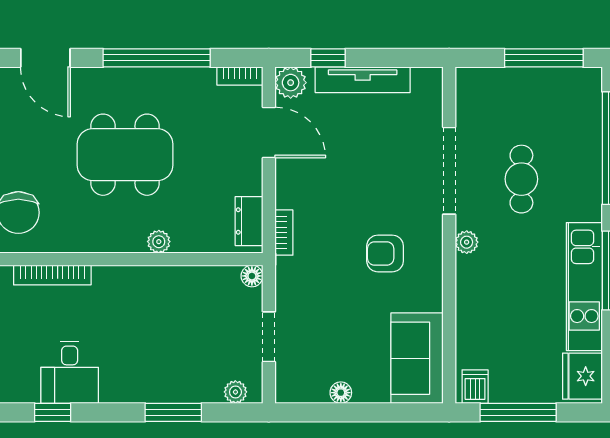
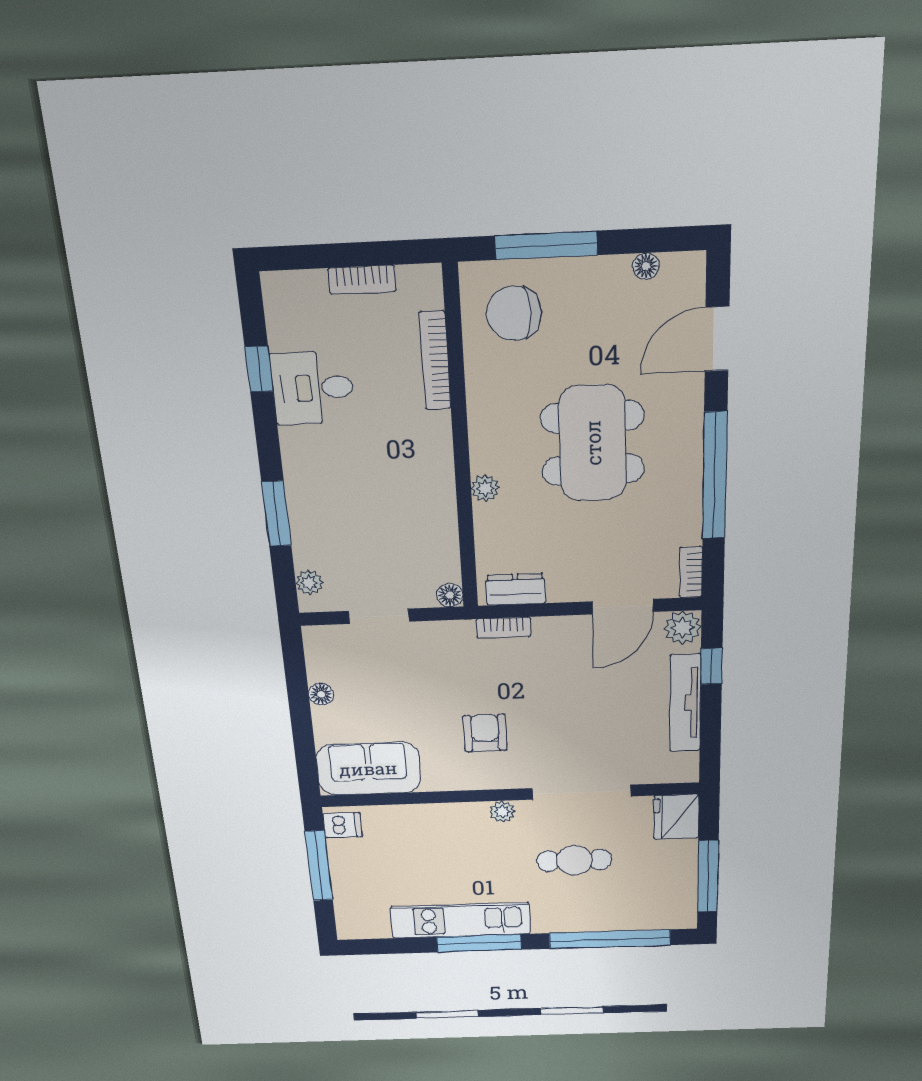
fridge: (582, 376) -> (676, 817), moved, turned -90

